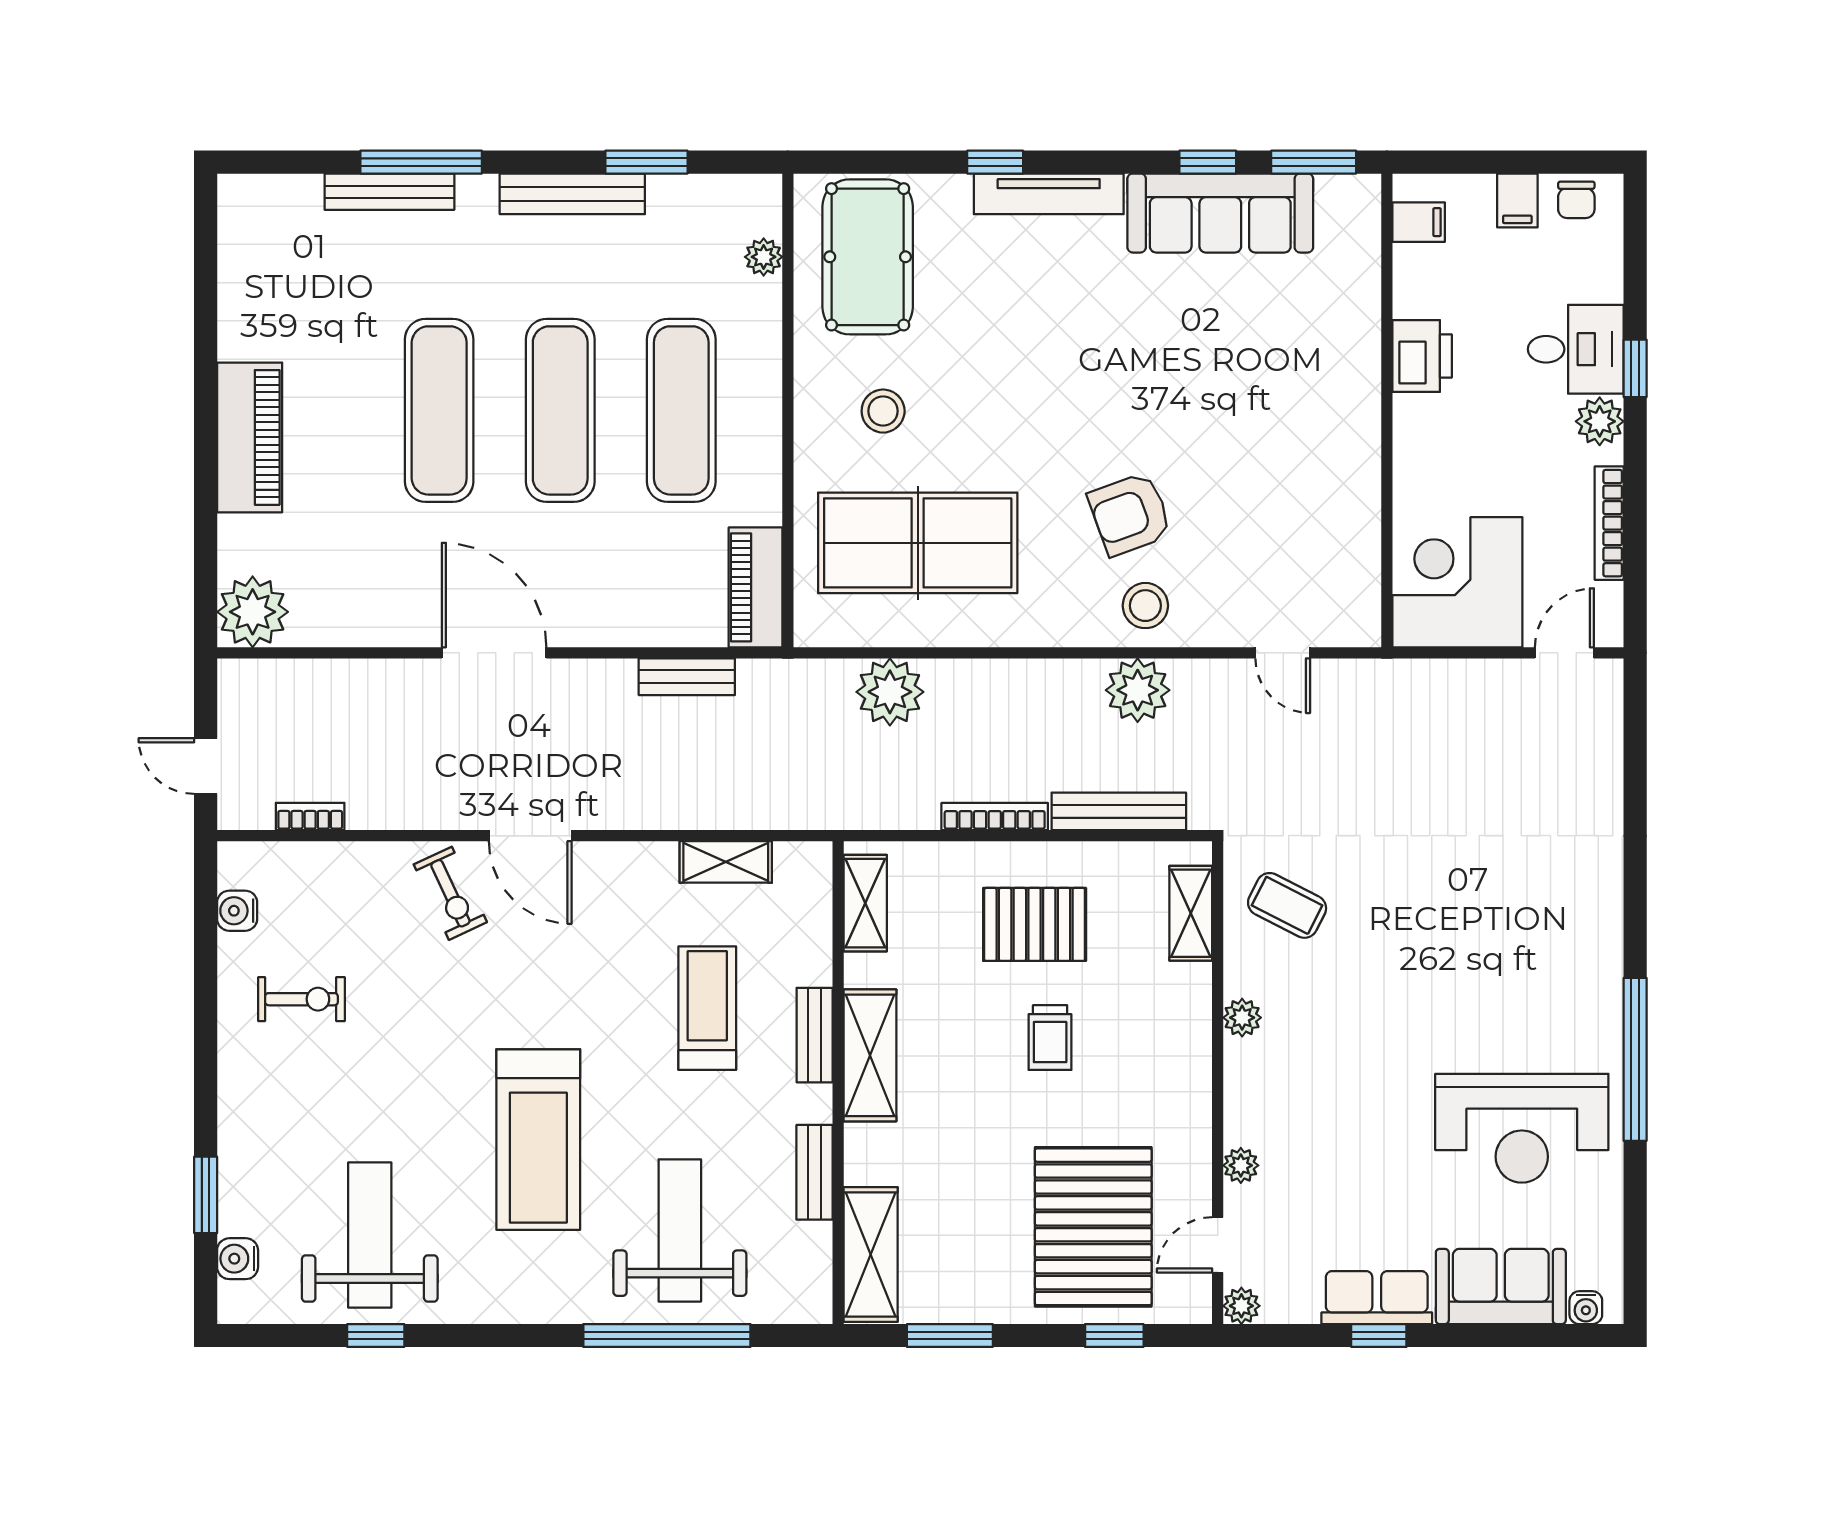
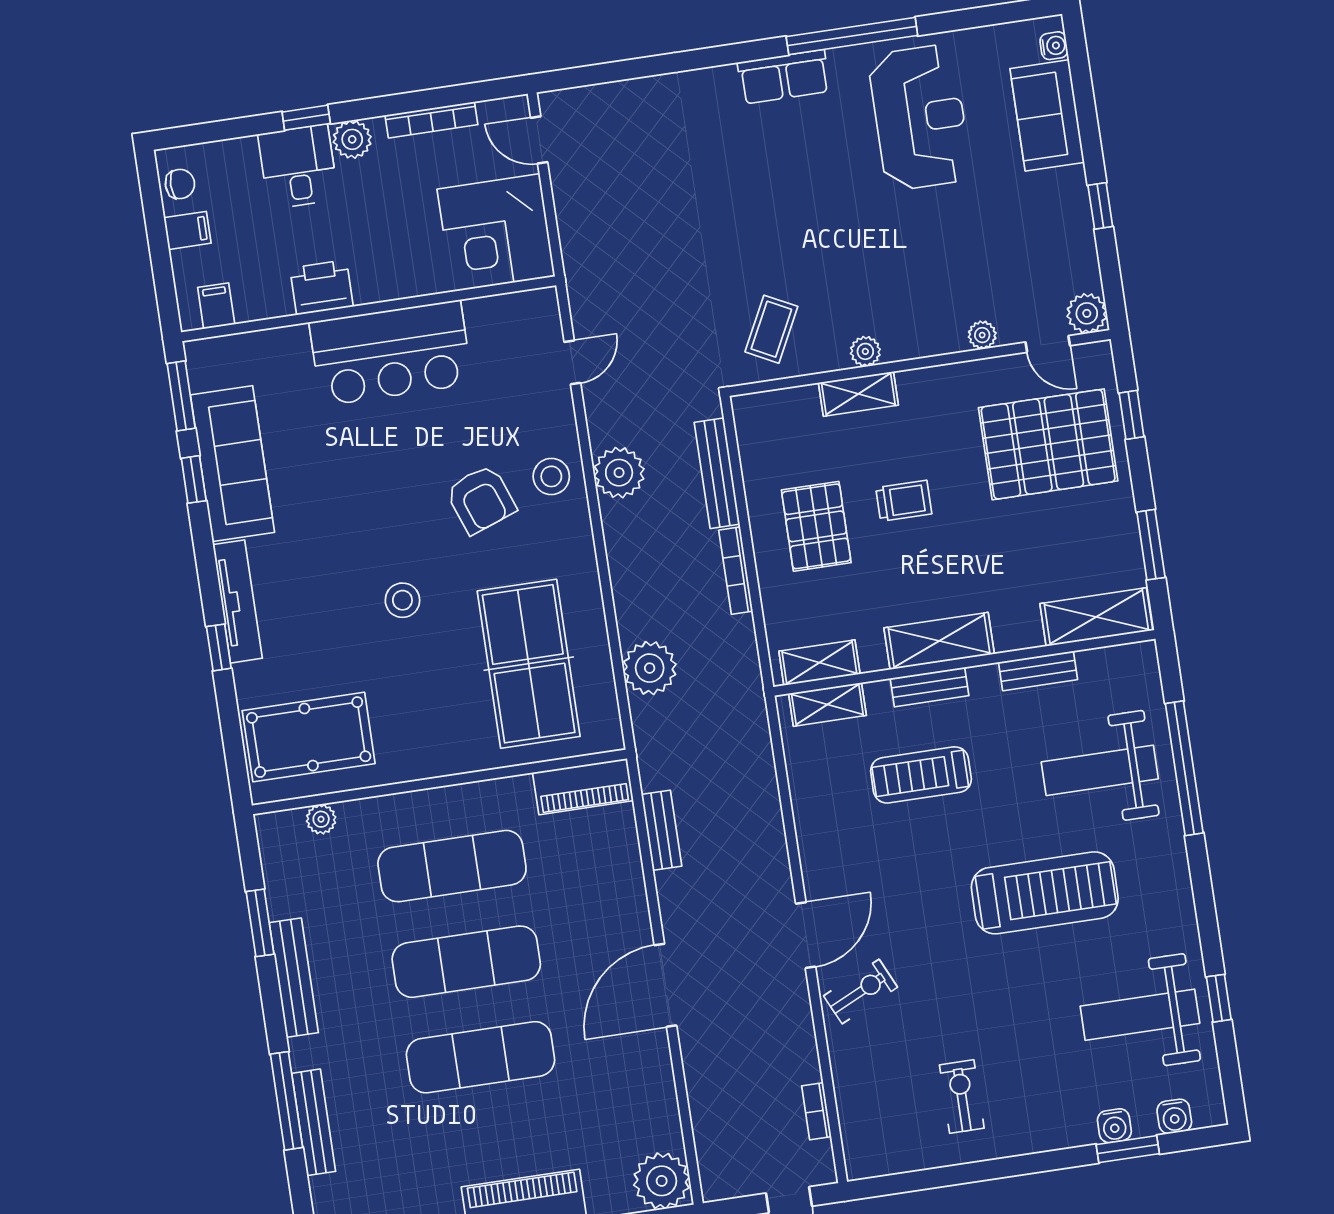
stool: (883, 411) -> (402, 600), moved
bar counter: (1328, 430) -> (391, 353), added
shelving: (726, 862) -> (827, 705), moved, turned 90
water cooler: (237, 911) -> (1114, 1126), moved
shelving: (1191, 913) -> (858, 394), moved
row of seats: (1377, 1298) -> (784, 77), moved, turned -90
plant: (1241, 1306) -> (1087, 313), width x1.38, depth x1.38

